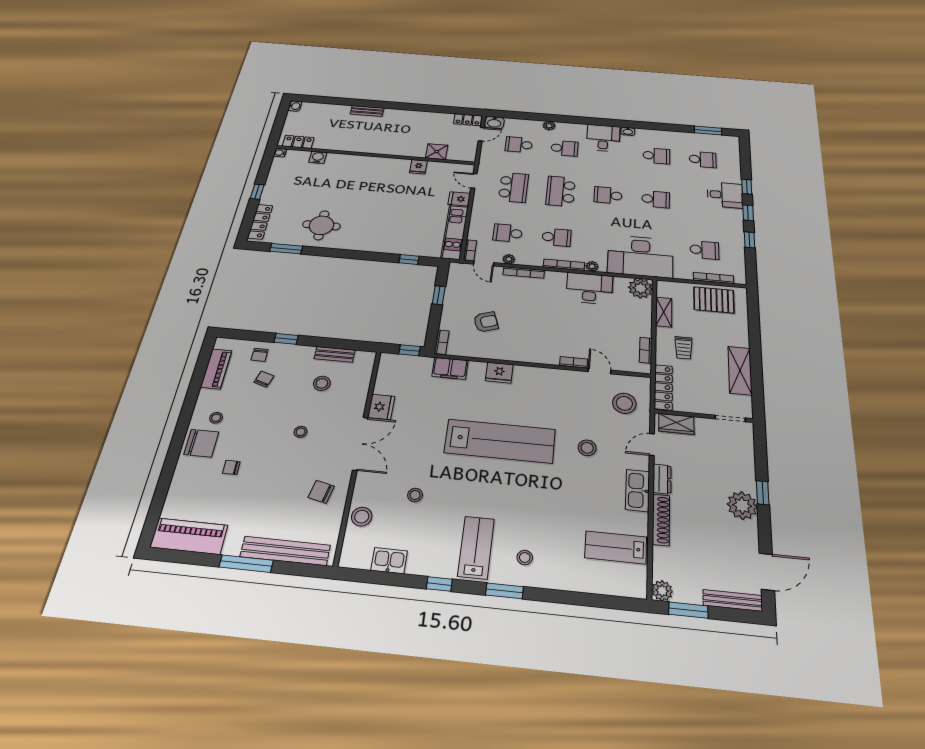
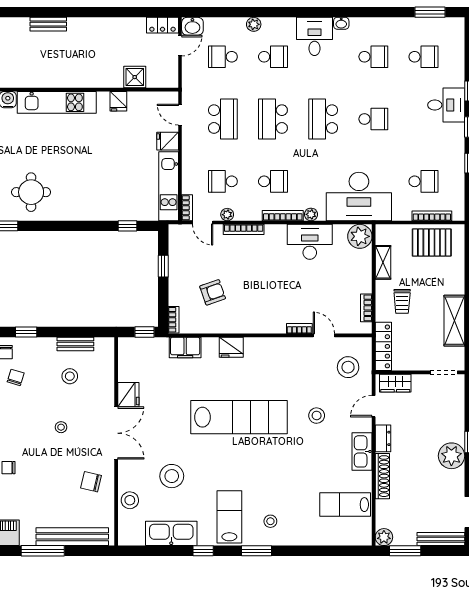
kitchen unit: (362, 163) -> (57, 102), added
school desk: (608, 195) -> (323, 119), width x1.85
stool: (415, 495) -> (172, 476), width x1.89, depth x1.89
kitchen sink: (389, 561) -> (171, 533), width x1.88, depth x1.24

